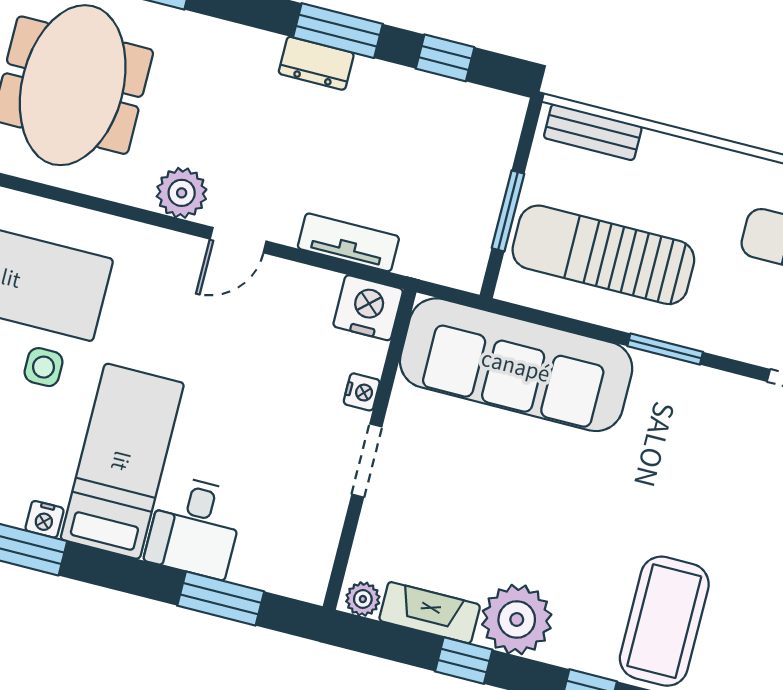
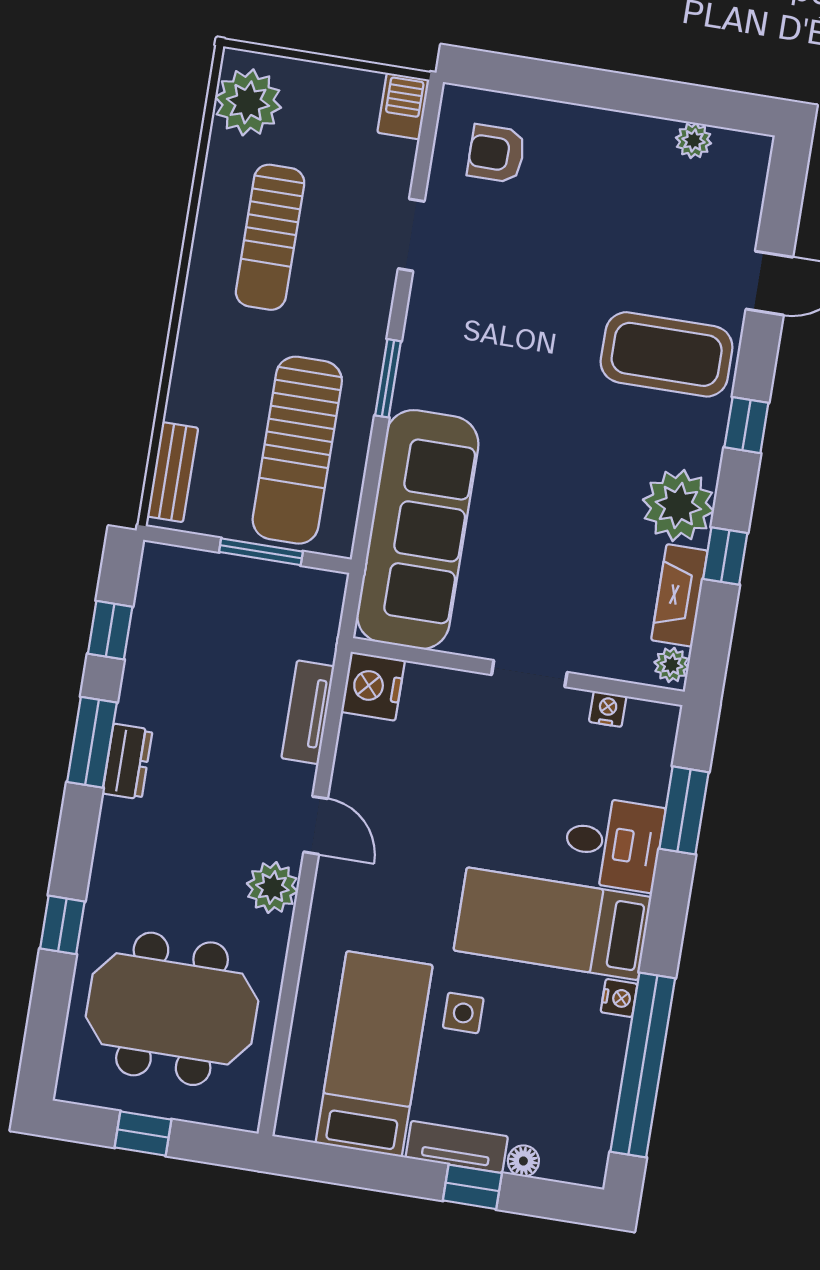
nightstand: (362, 392) -> (608, 709), moved

